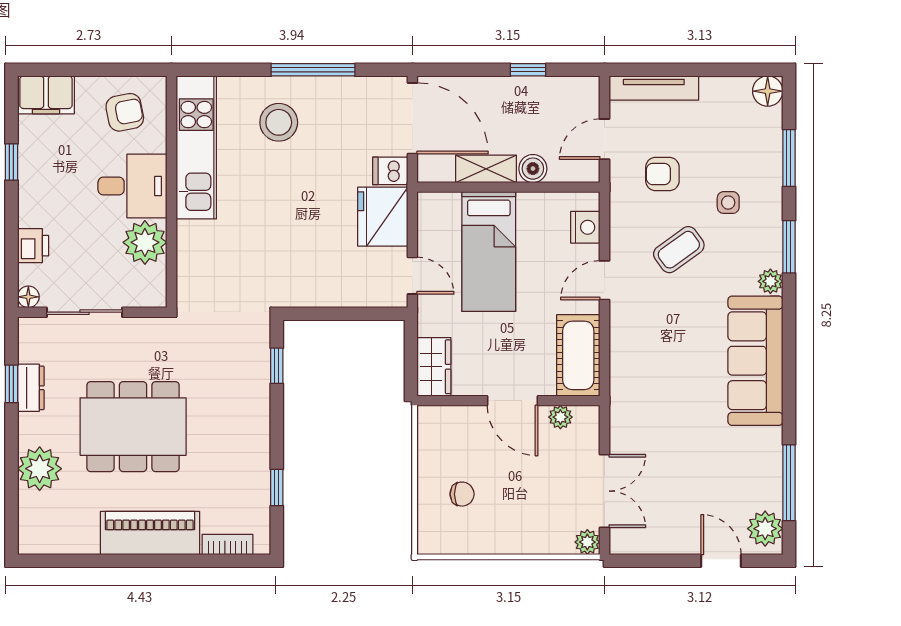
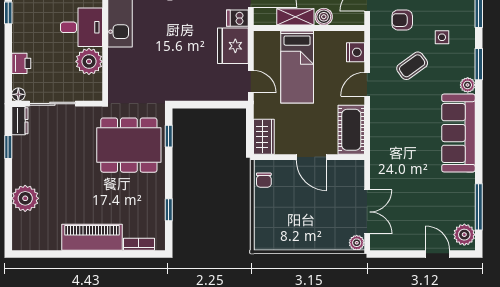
dresser: (31, 388) -> (20, 121), moved
plant: (560, 417) -> (340, 167), removed
dining table: (133, 427) -> (129, 145), moved
chair: (462, 494) -> (264, 180), moved, turned 90

